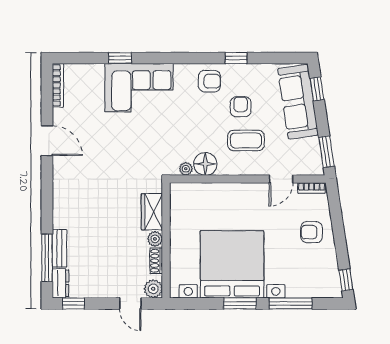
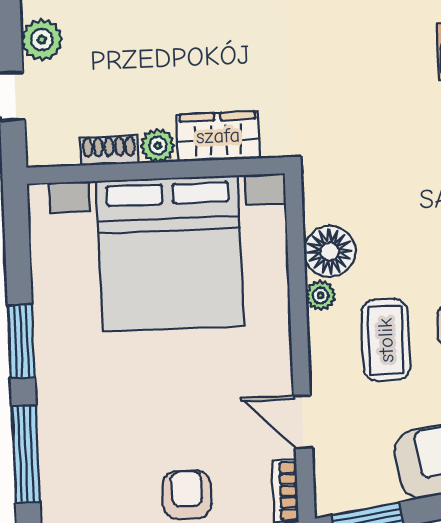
plant: (186, 169) -> (321, 295), moved
bed with nightstands: (232, 264) -> (170, 253), moved, turned 90
plant: (153, 289) -> (42, 40), moved

